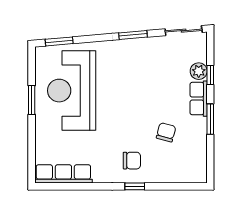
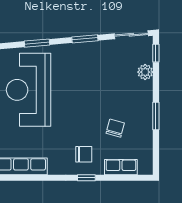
window: (59, 41) -> (37, 43), moved
window: (210, 75) -> (156, 53), moved
row of seats: (199, 99) -> (121, 167), moved, turned 90

